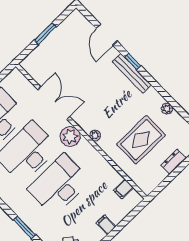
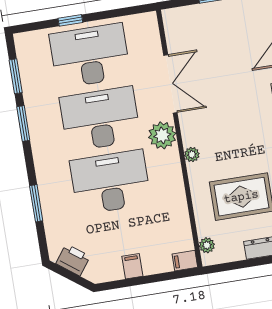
plant: (141, 182) -> (207, 245), added
filing cabinet: (124, 189) -> (185, 261), moved

